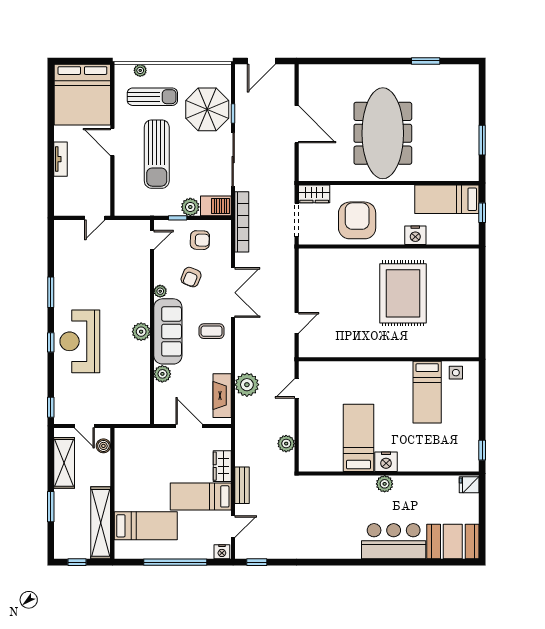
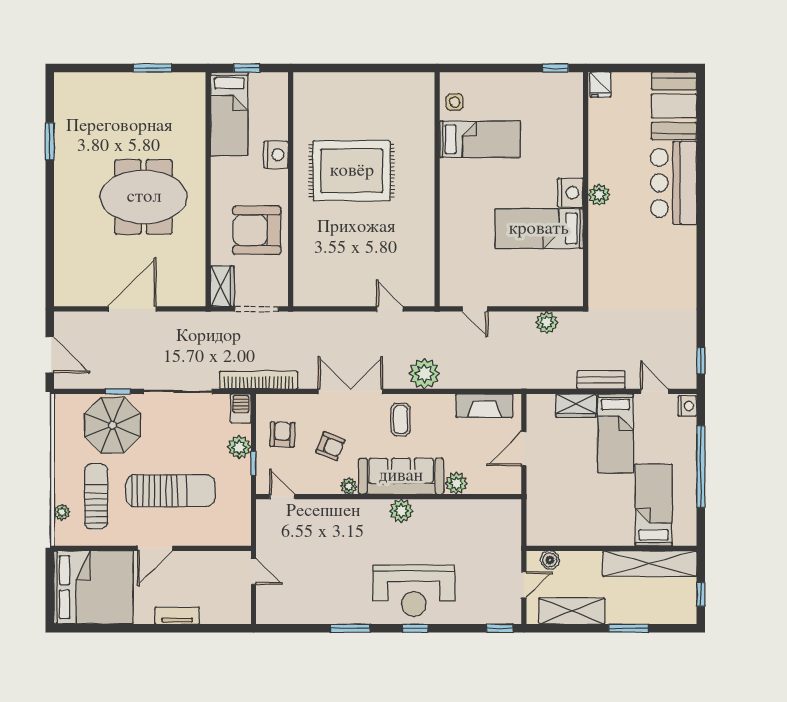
meeting table: (383, 133) -> (144, 197), width x0.73
barbecue: (216, 206) -> (241, 408), width x0.73, depth x0.79
plant: (247, 385) -> (424, 374), moved

